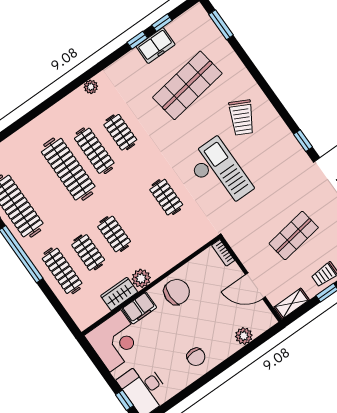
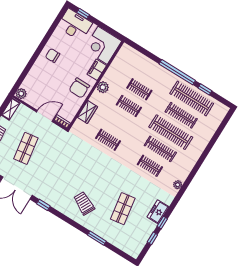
window: (221, 25) -> (97, 238), moved
freezer: (156, 46) -> (158, 212), moved
shop shelf: (187, 85) -> (123, 209), width x0.70, depth x0.74
checkout: (220, 173) -> (83, 166), removed
clothes rail: (62, 271) -> (181, 115), moved
door: (255, 286) -> (45, 116), moved
wardrobe: (119, 294) -> (87, 112), moved
plant: (244, 336) -> (21, 94), moved

